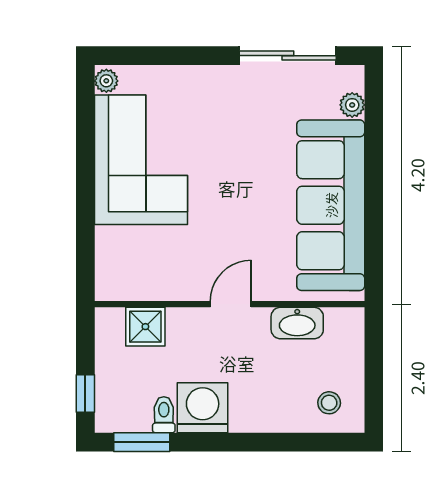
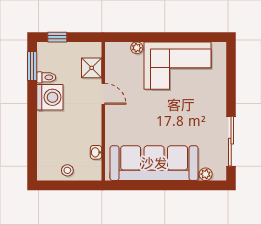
plant: (106, 81) -> (137, 48), moved
door: (231, 304) -> (103, 94), moved
washbasin: (297, 323) -> (96, 152), width x0.52, depth x0.69
stool: (329, 403) -> (67, 170), moved

